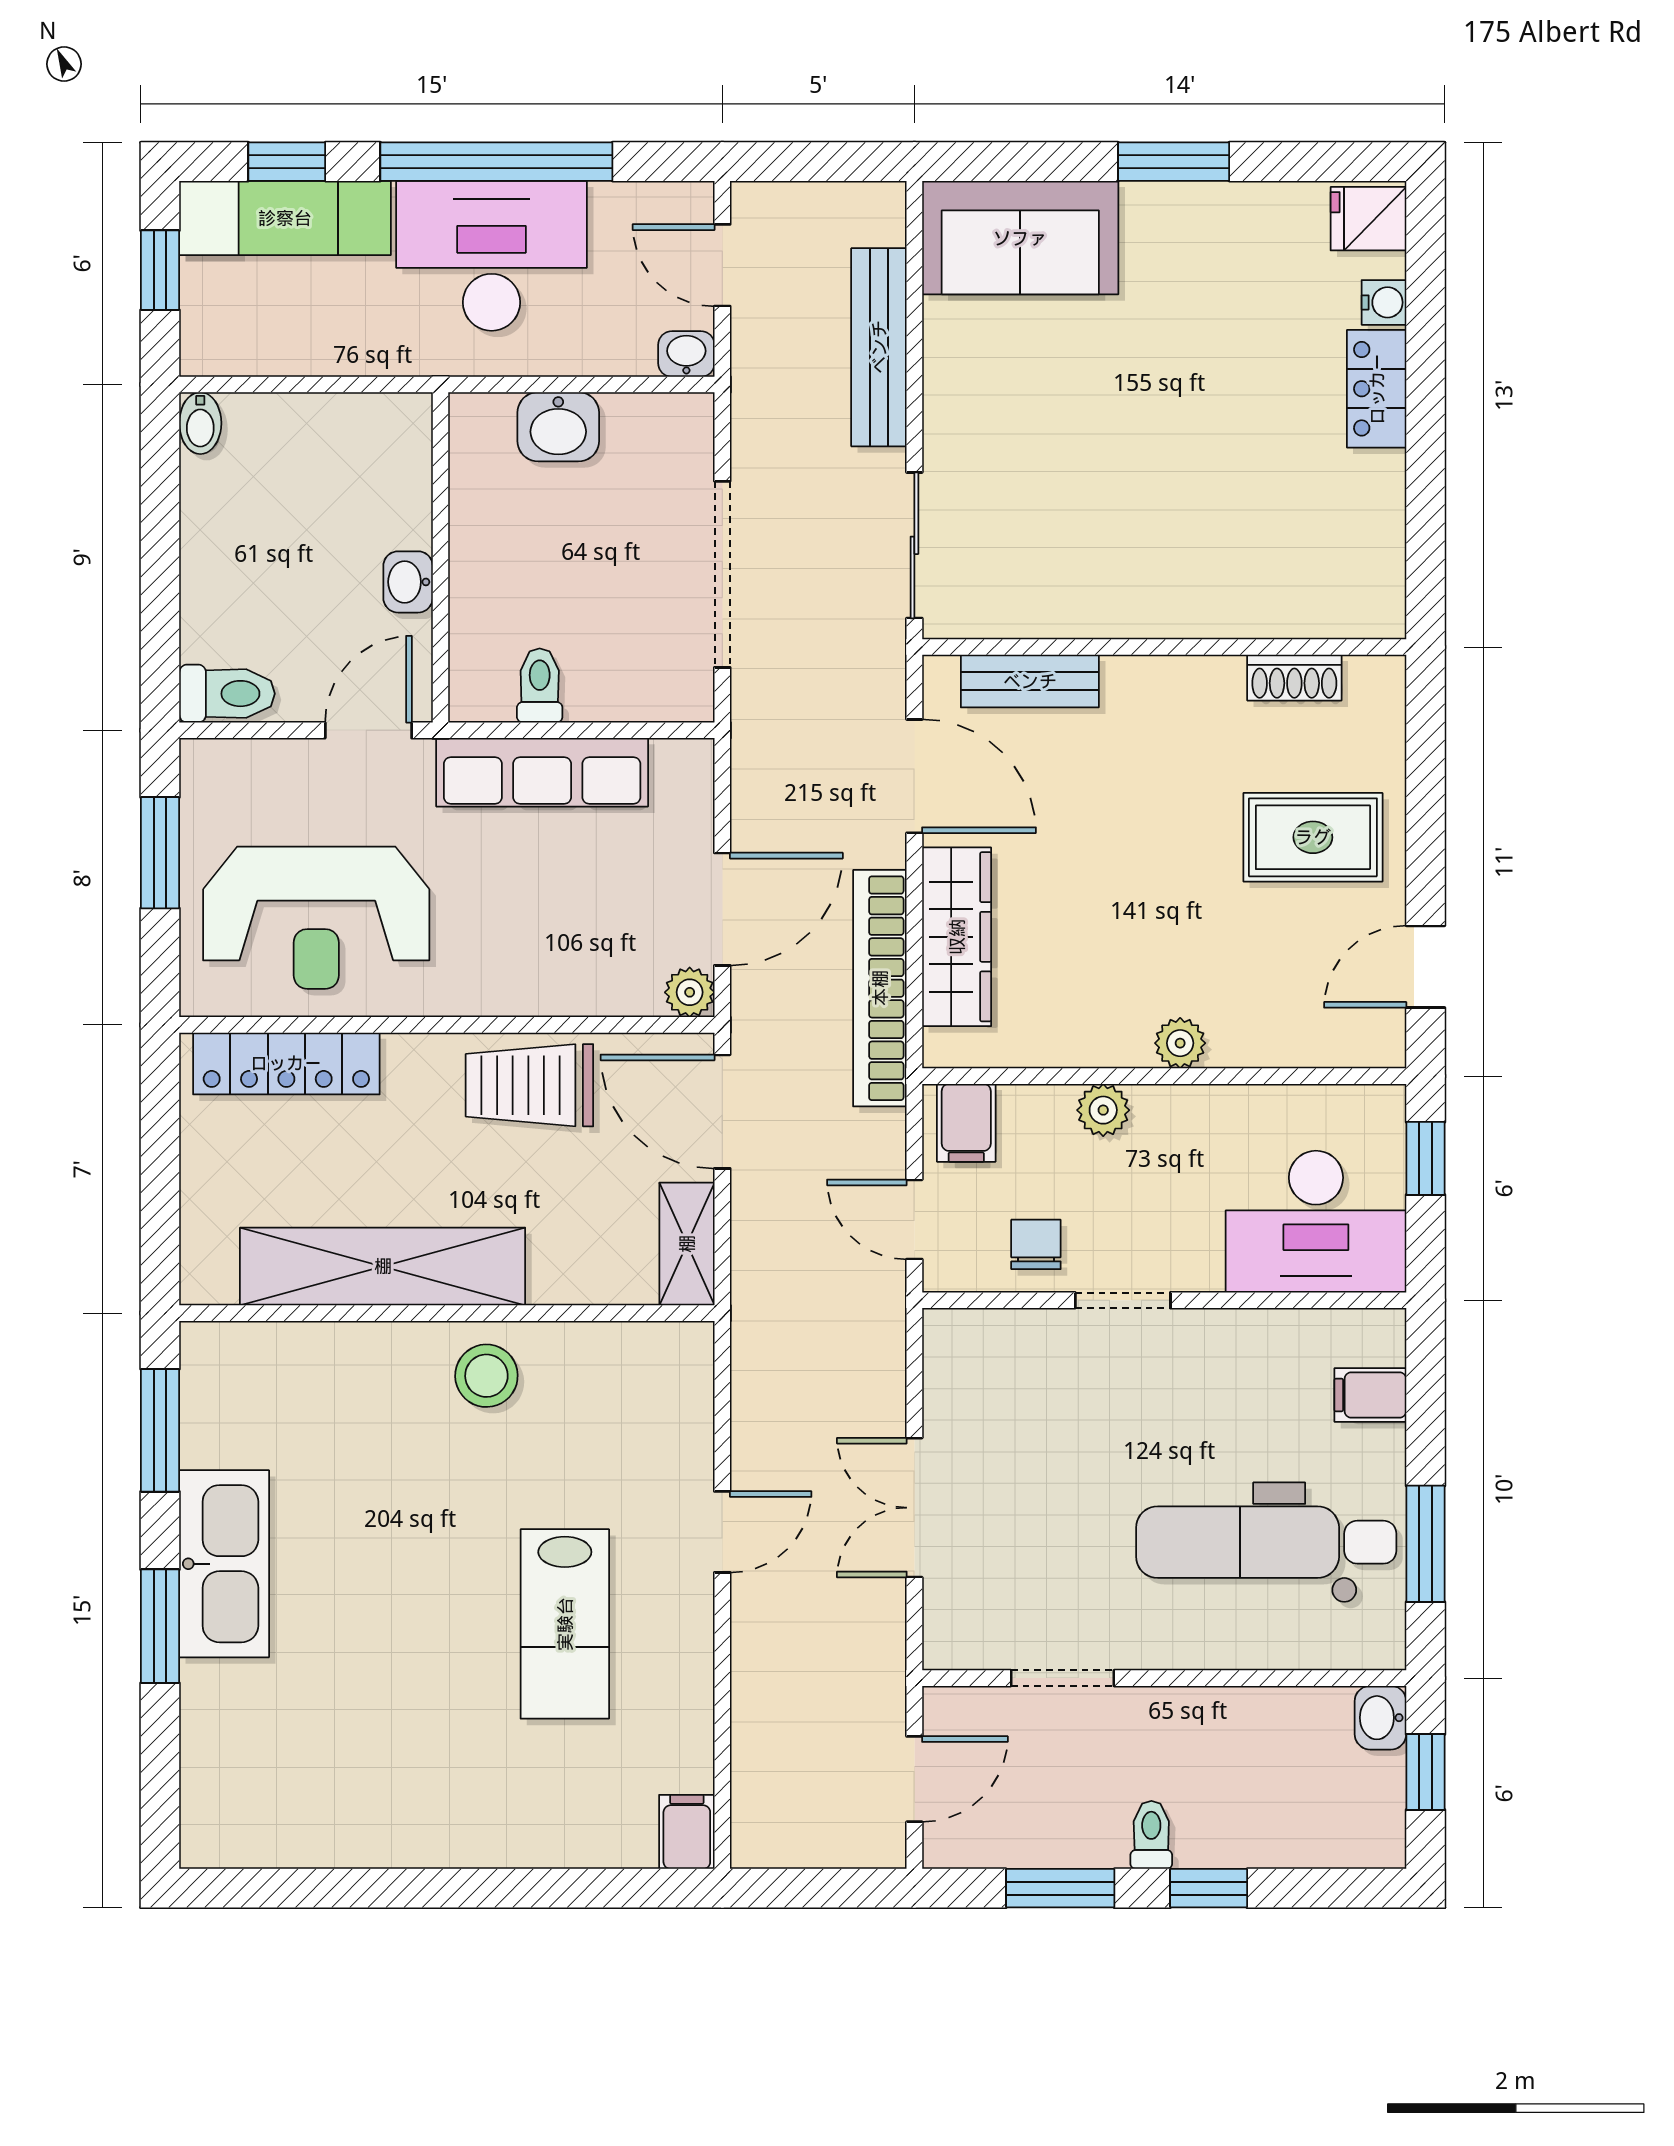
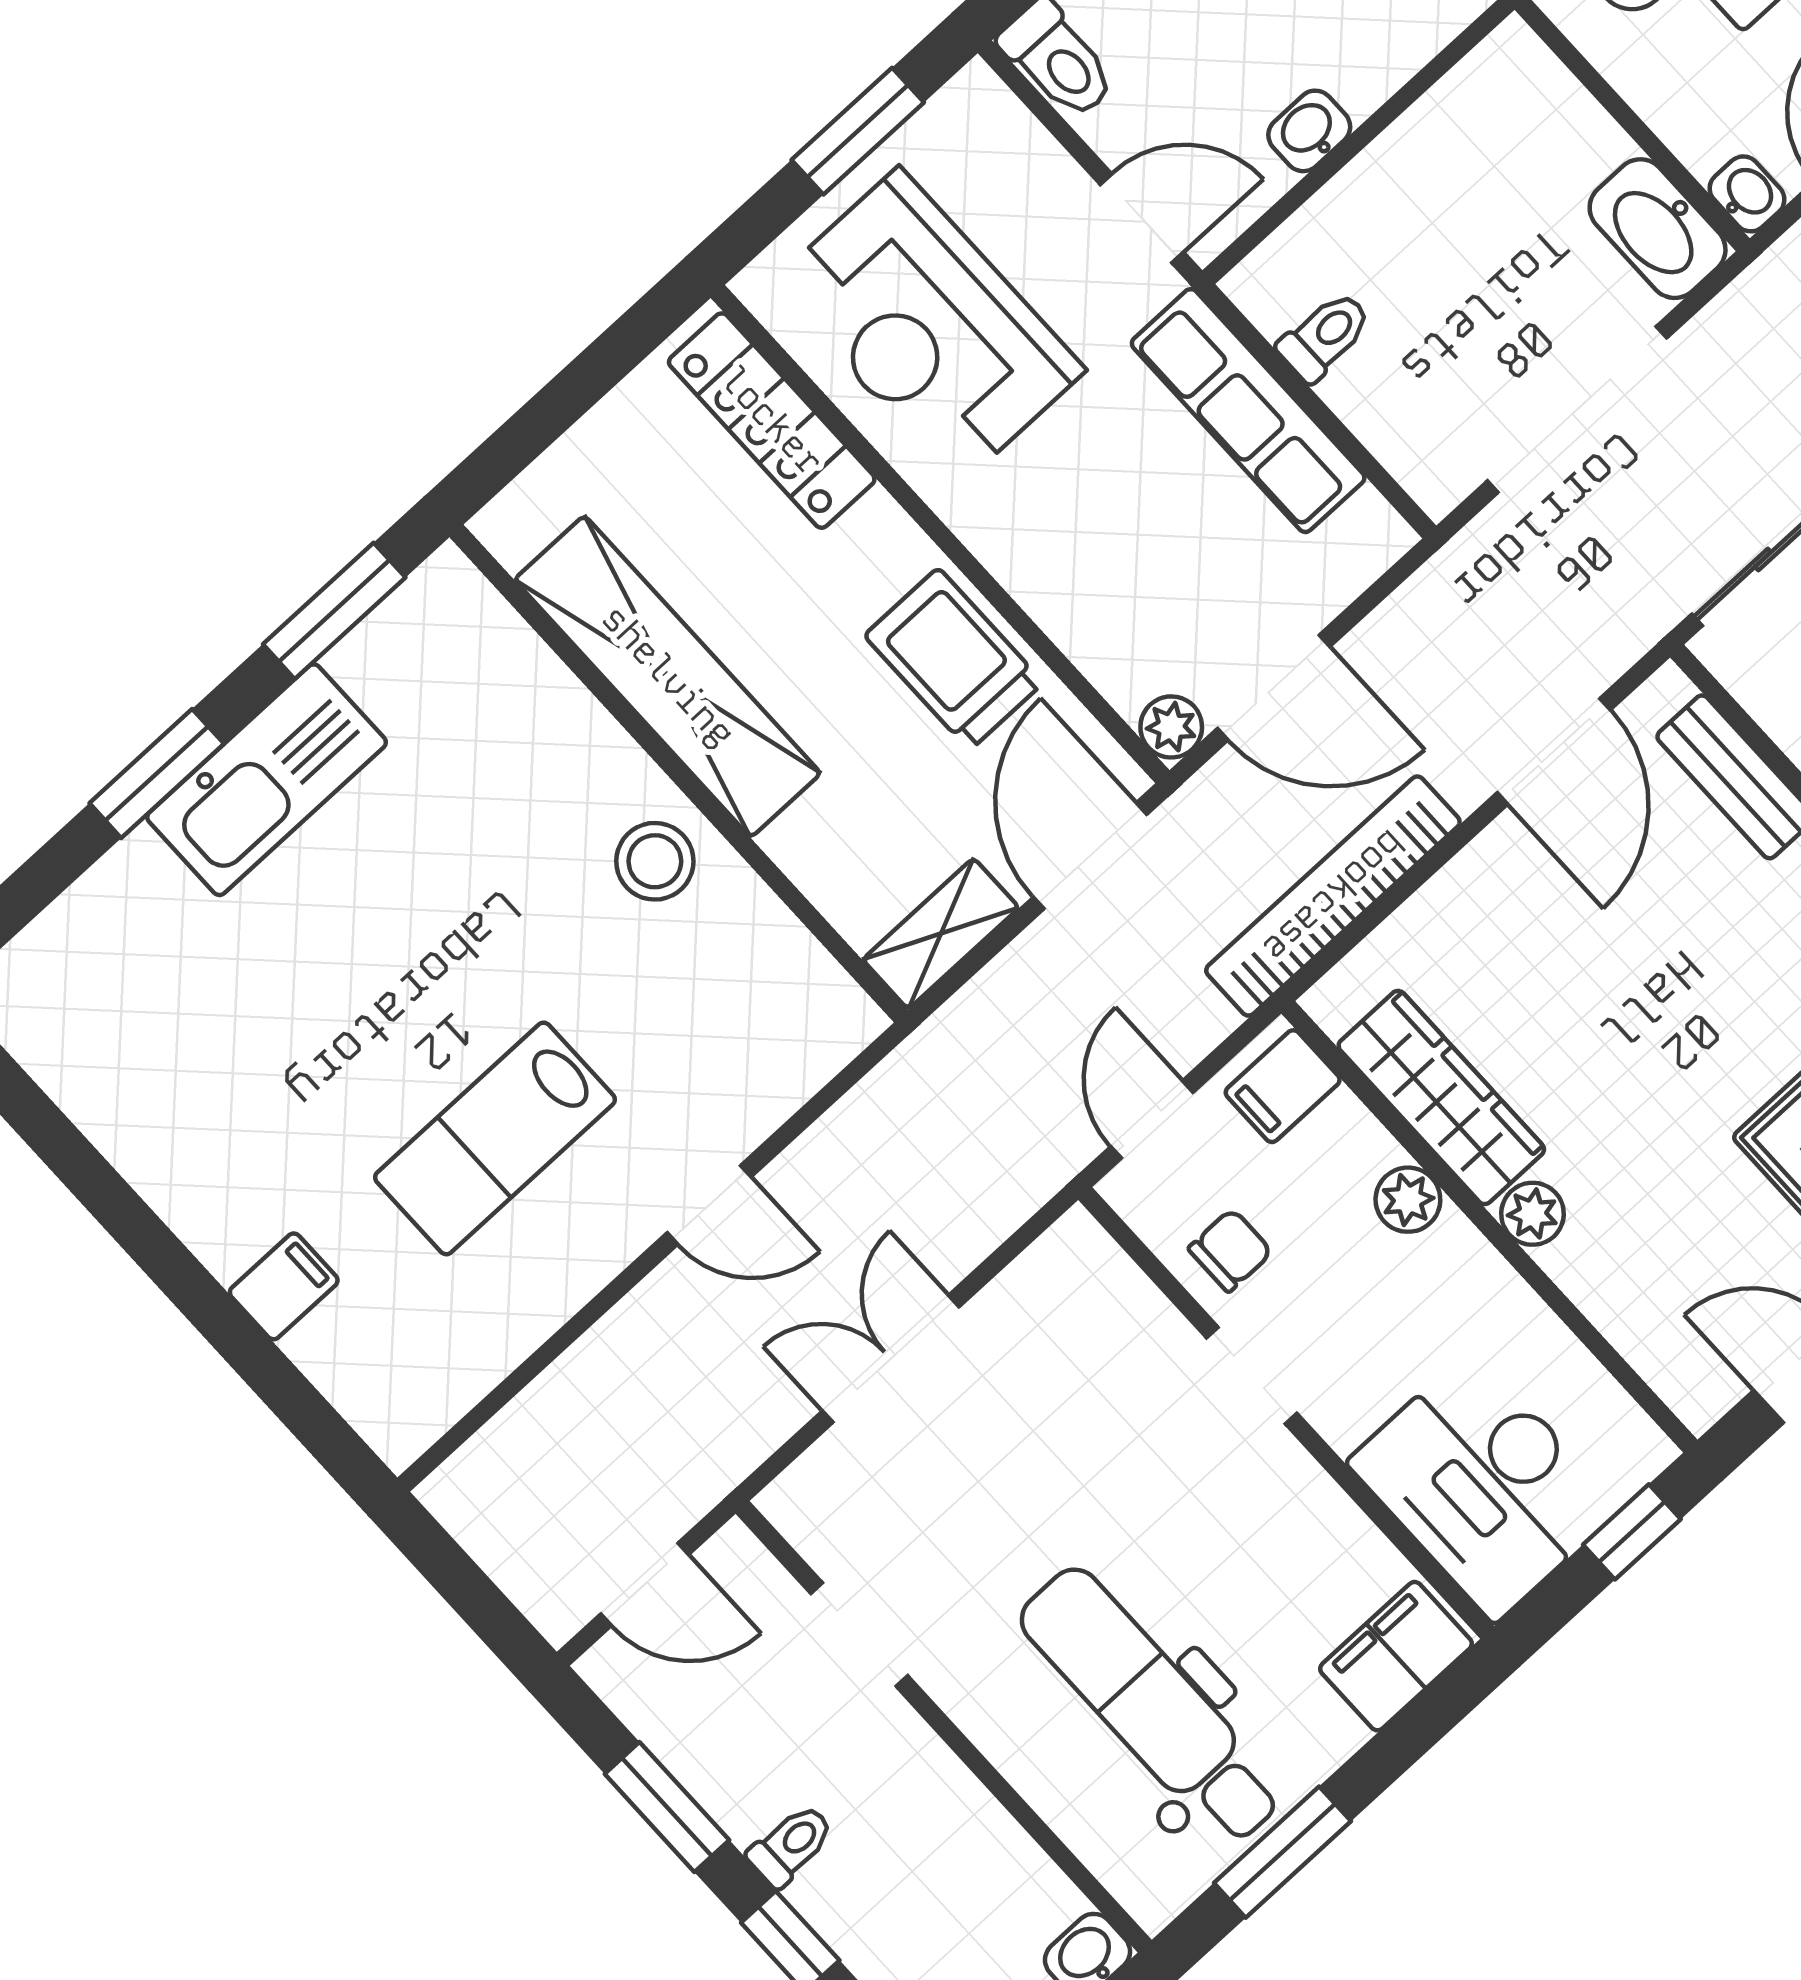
washbasin: (558, 427) -> (1658, 229), moved, width x1.38
wardrobe: (957, 937) -> (1441, 1098), moved, turned -90
filing cabinet: (1370, 1395) -> (1396, 1656), width x2.00
filing cabinet: (687, 1832) -> (284, 1286), moved

